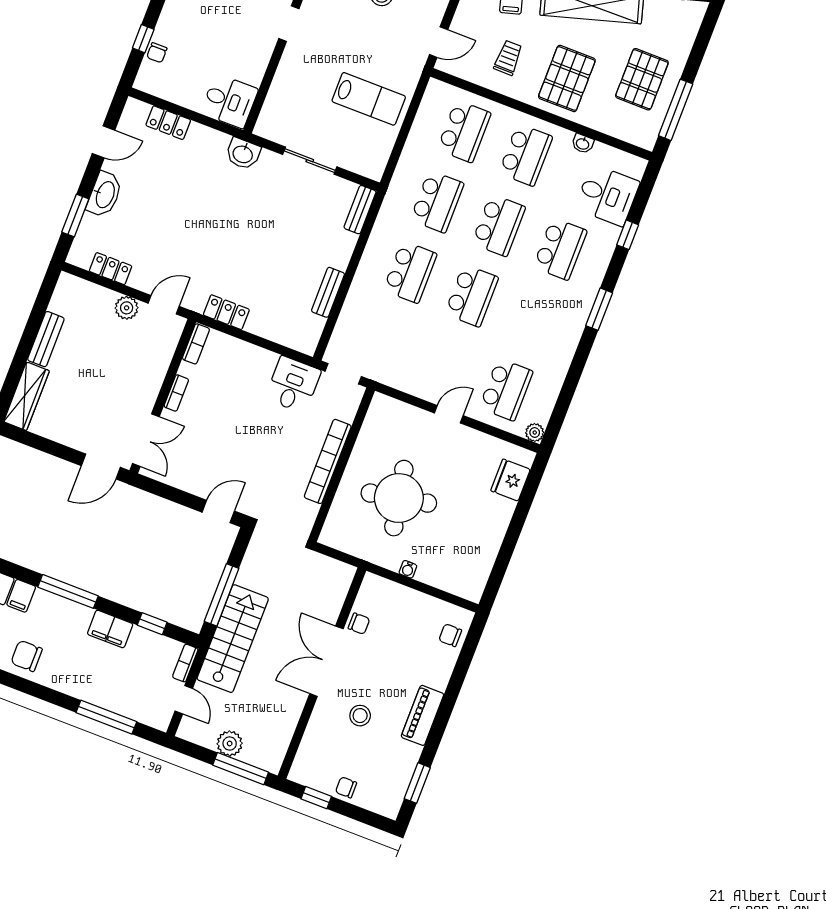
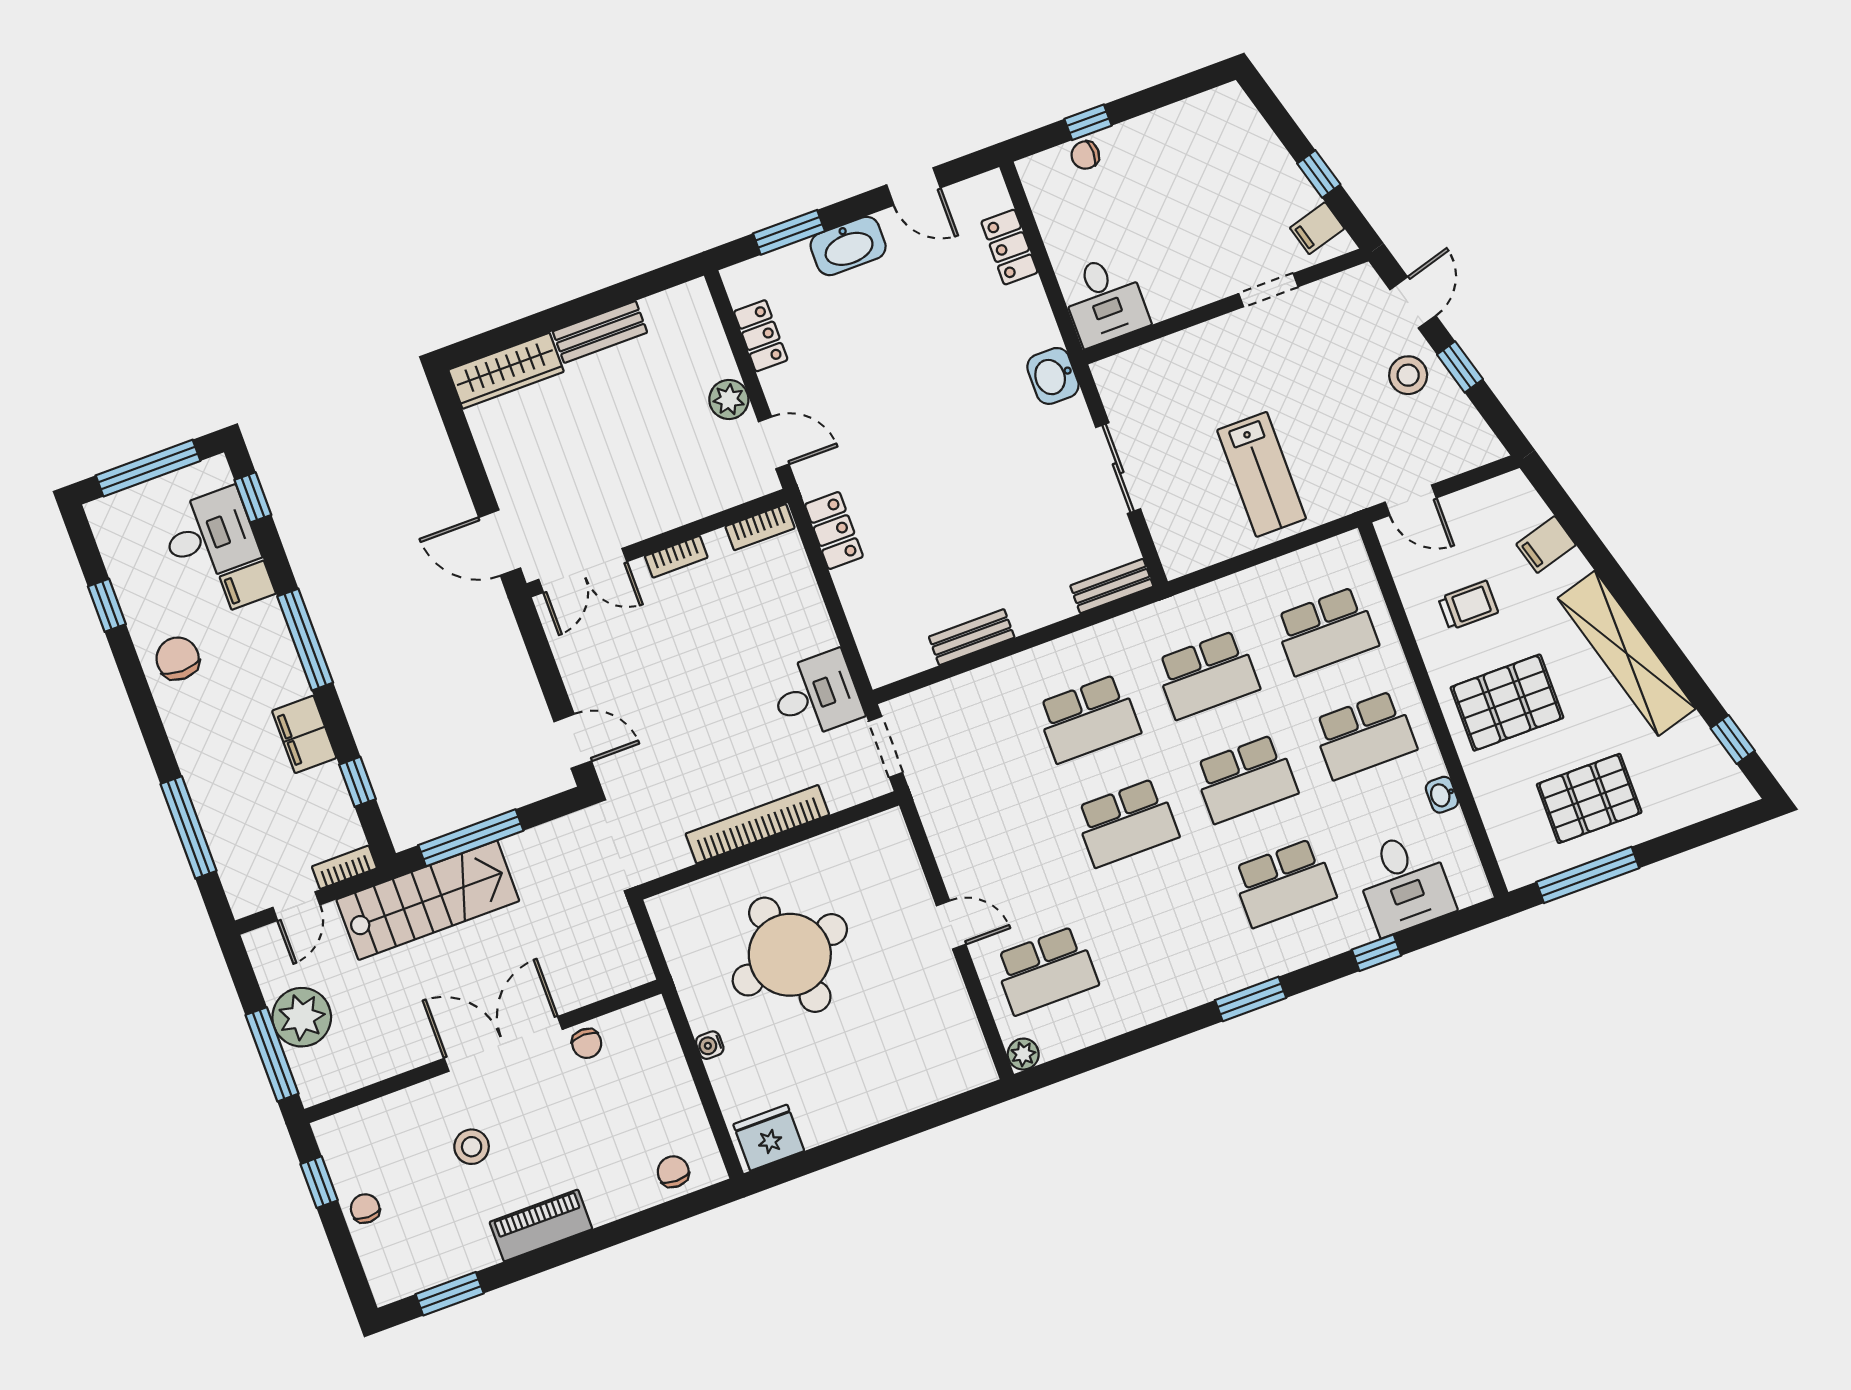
fridge: (510, 480) -> (769, 1138), moved
plant: (230, 744) -> (302, 1017), width x1.36, depth x1.36

